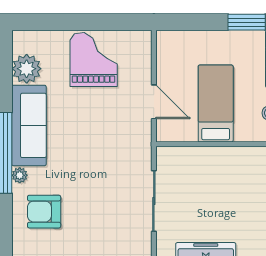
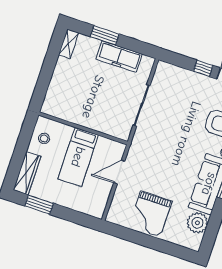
door: (154, 102) -> (119, 172), hinge flipped

